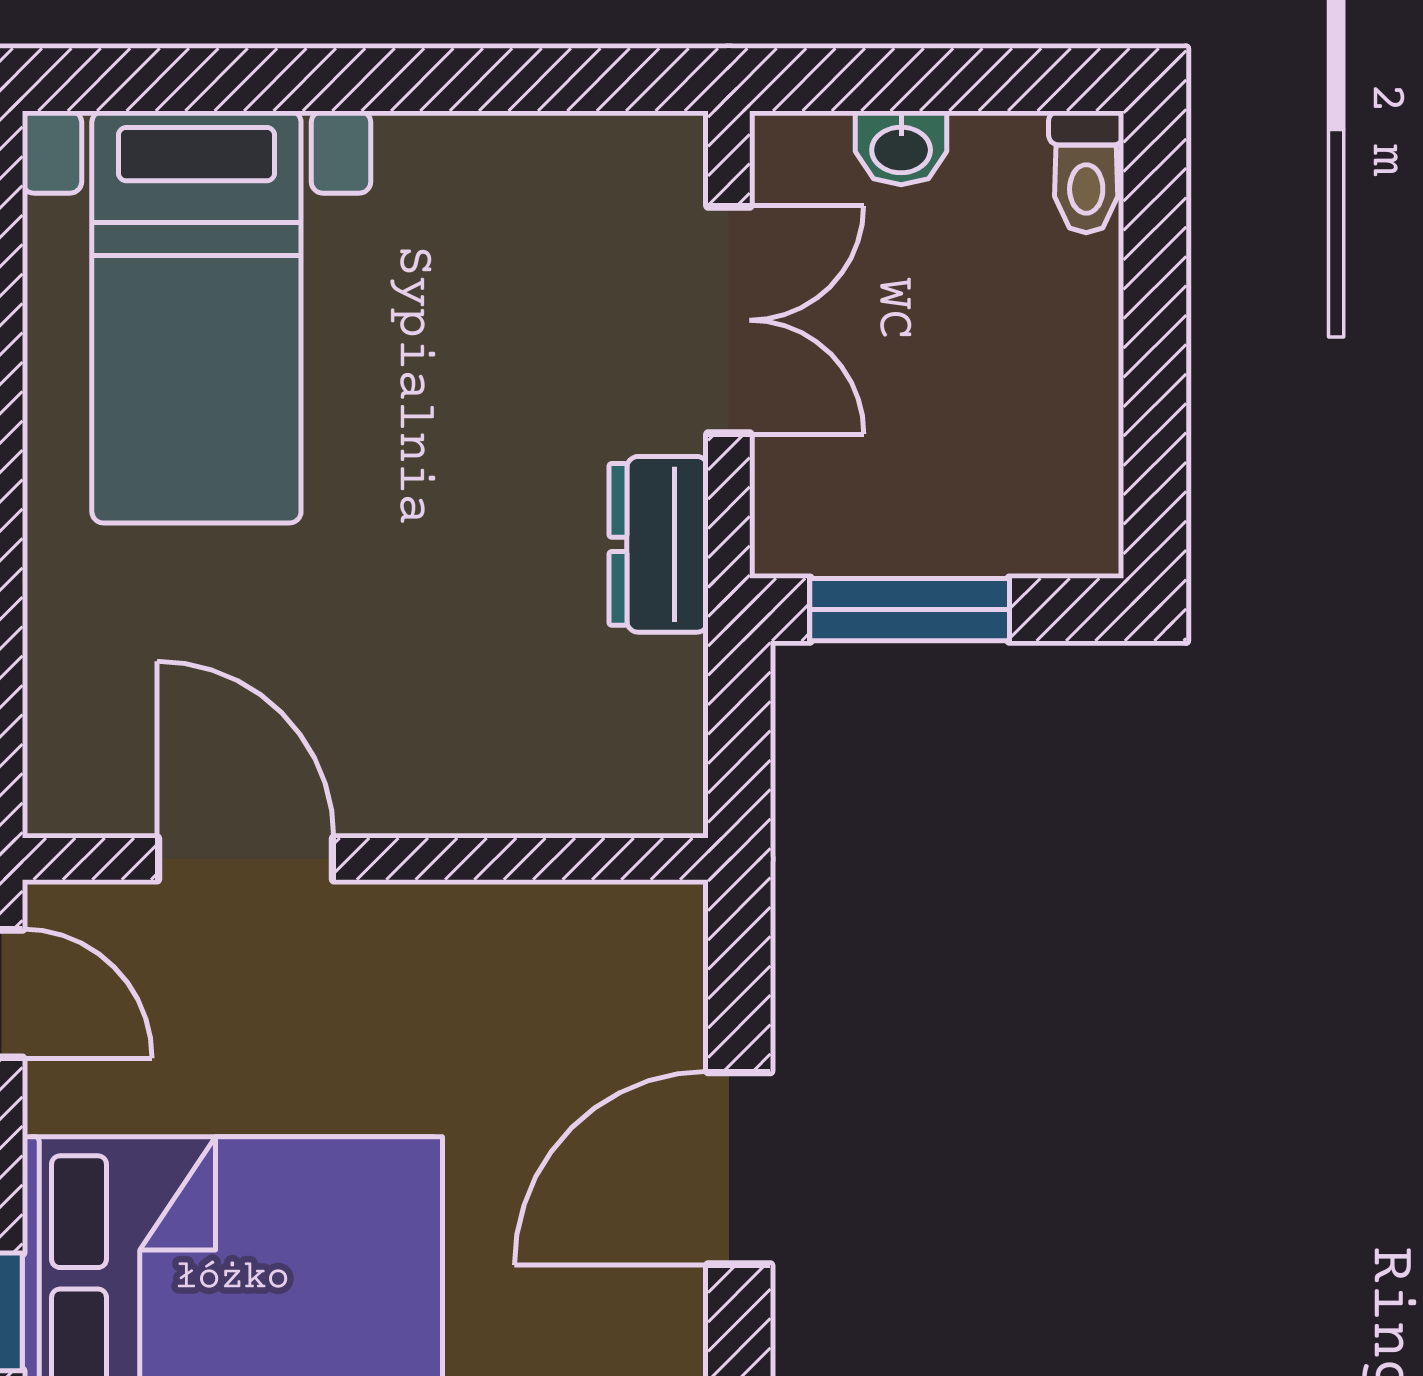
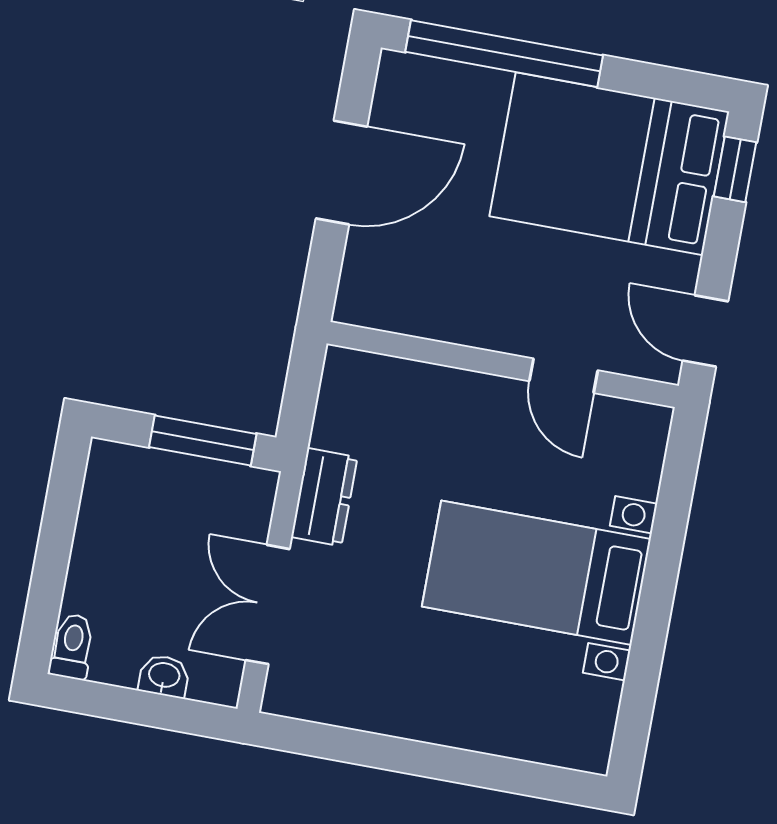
bed with nightstands: (196, 317) -> (536, 573), moved, turned -90
door: (246, 859) -> (564, 376), width x0.73

